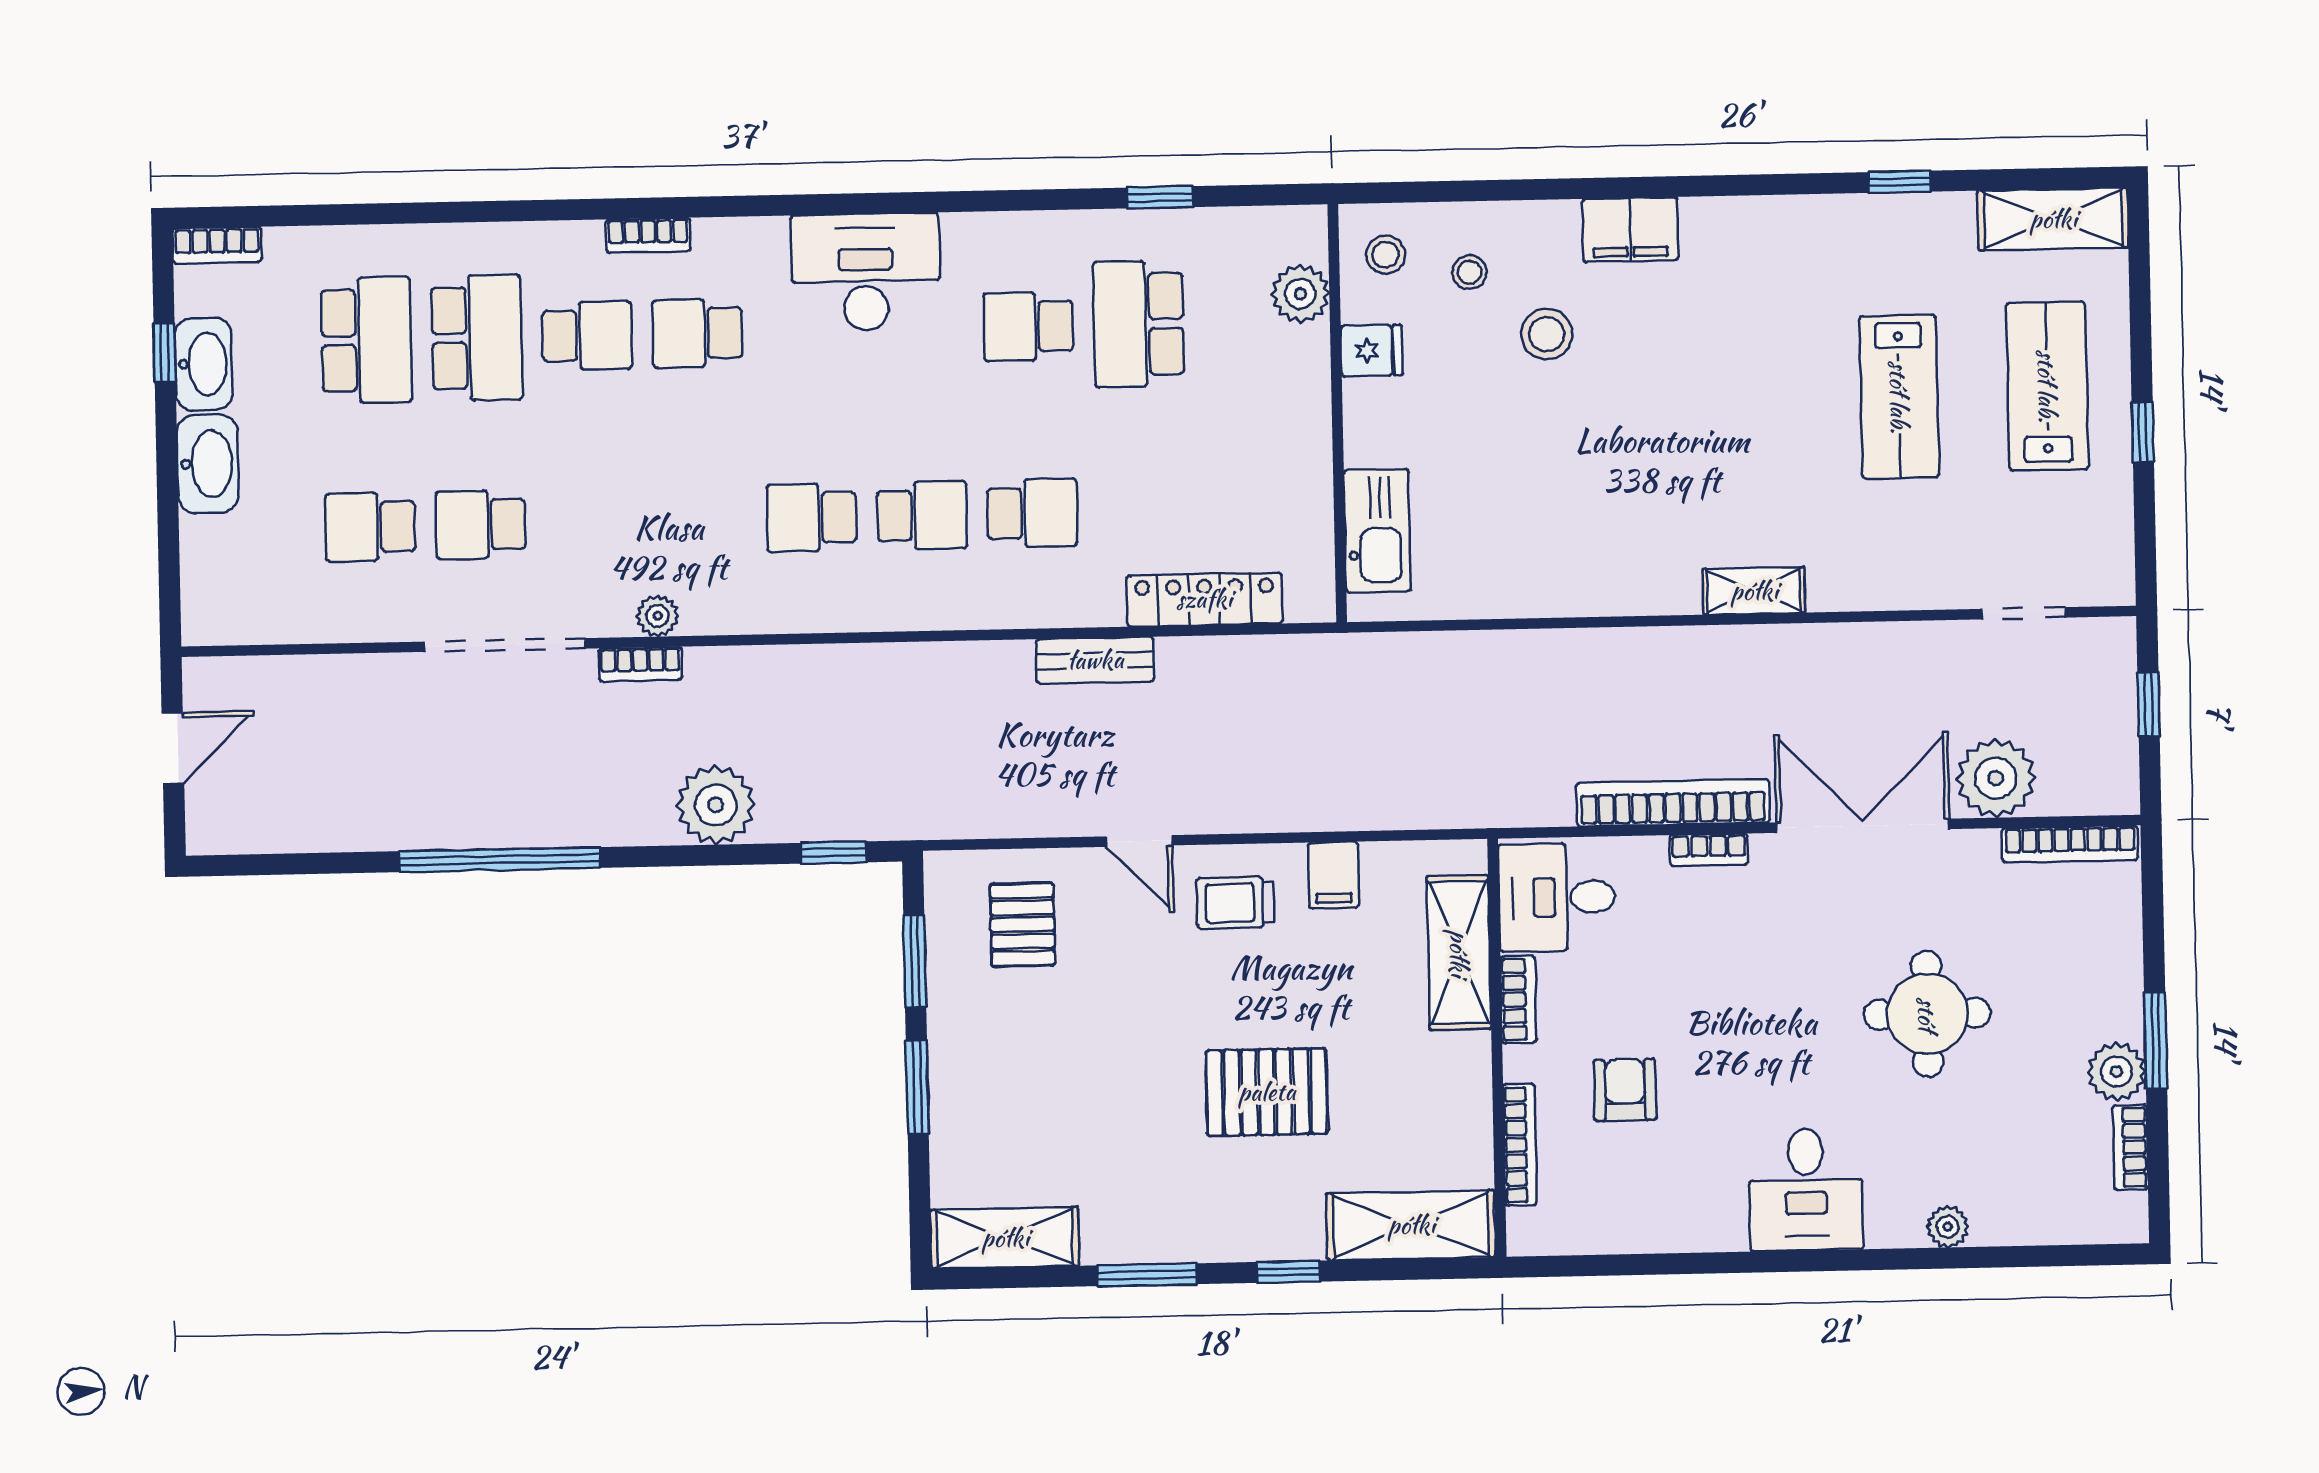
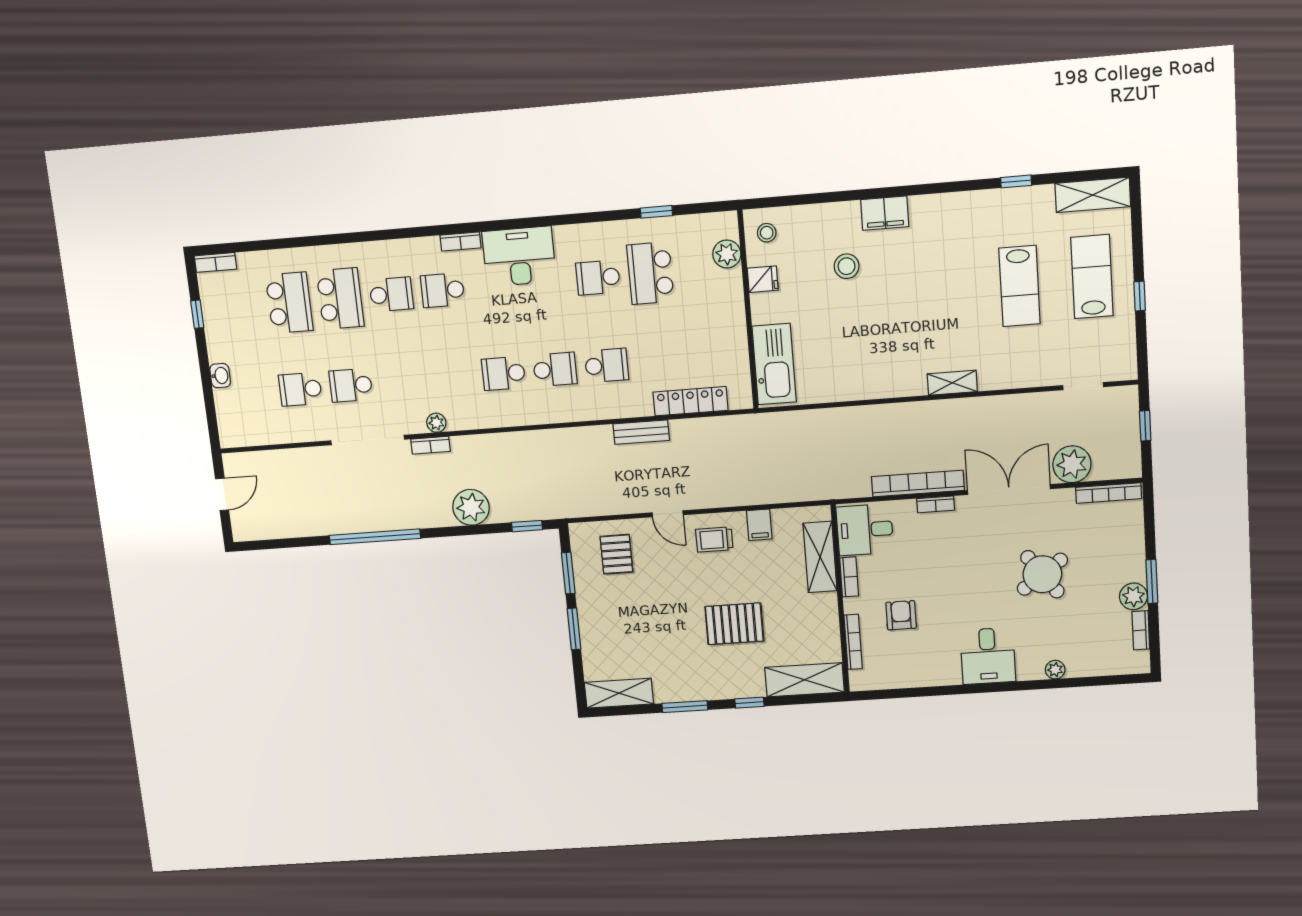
bookcase: (648, 235) -> (460, 241), moved
stool: (1469, 272) -> (808, 239), removed
washbasin: (204, 364) -> (216, 318), removed
washbasin: (208, 464) -> (220, 376), width x0.52, depth x0.69
kitchen sink: (1377, 531) -> (774, 364), width x1.36, depth x1.24
round table: (1927, 1014) -> (1042, 574), turned -36

